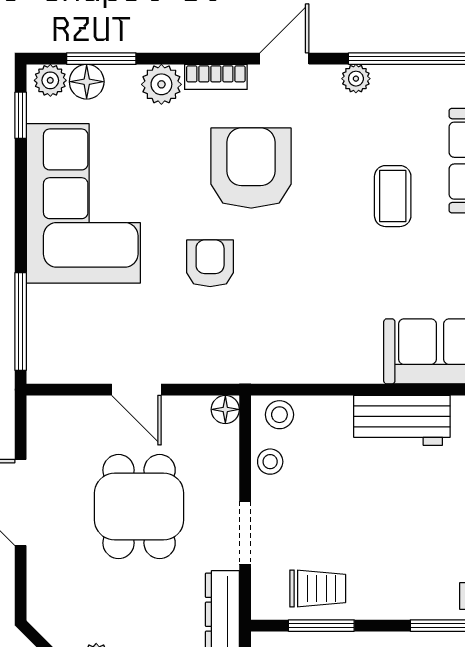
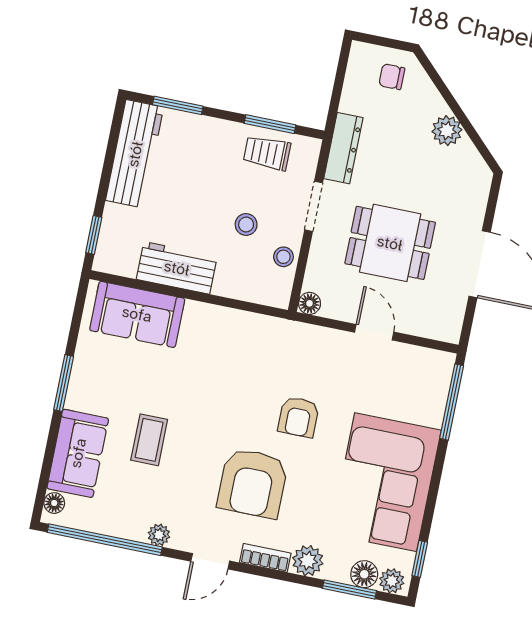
stool: (279, 415) -> (246, 224), moved
dining table: (139, 507) -> (390, 243), turned 90

